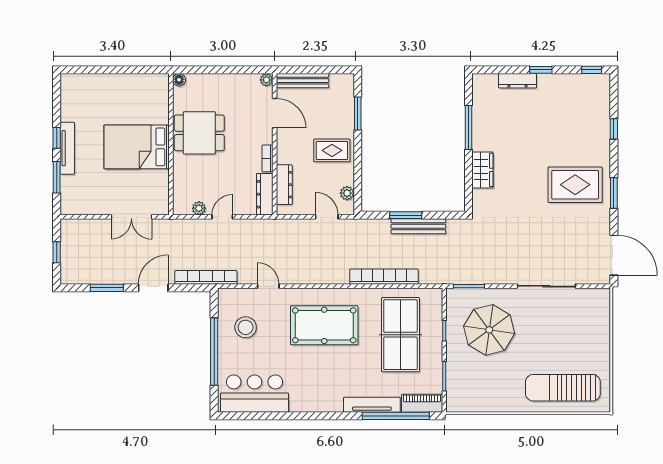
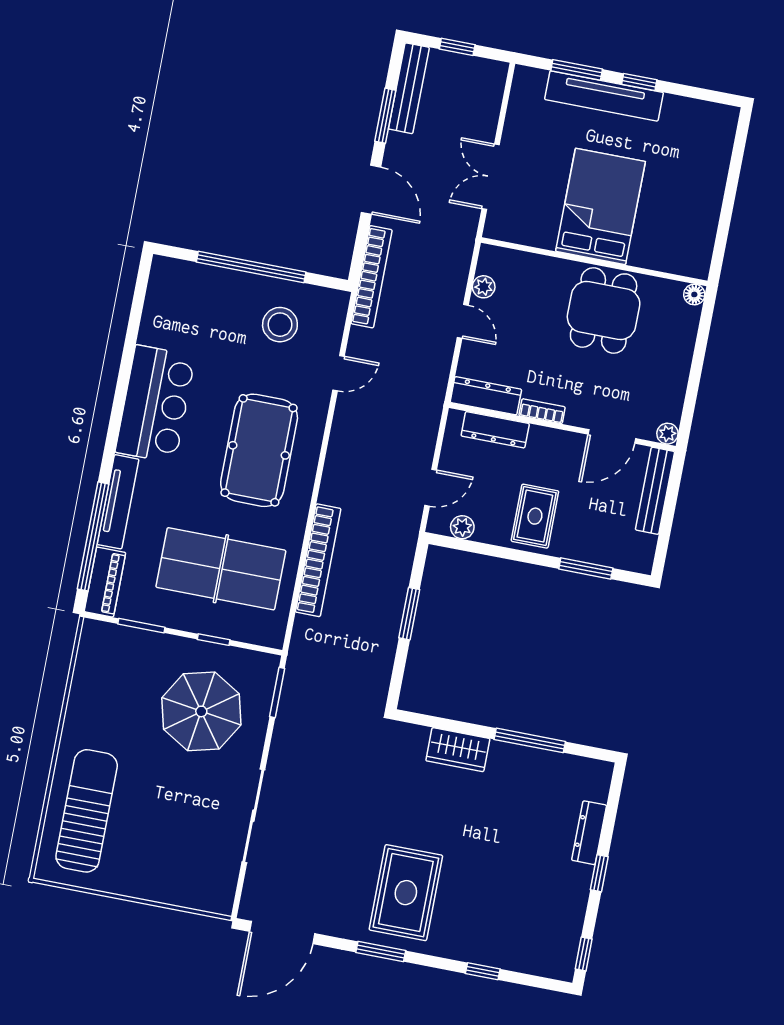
tv unit: (67, 148) -> (604, 96), width x1.36, depth x1.29
bench: (418, 226) -> (409, 88), moved
bar counter: (254, 394) -> (155, 404), moved

